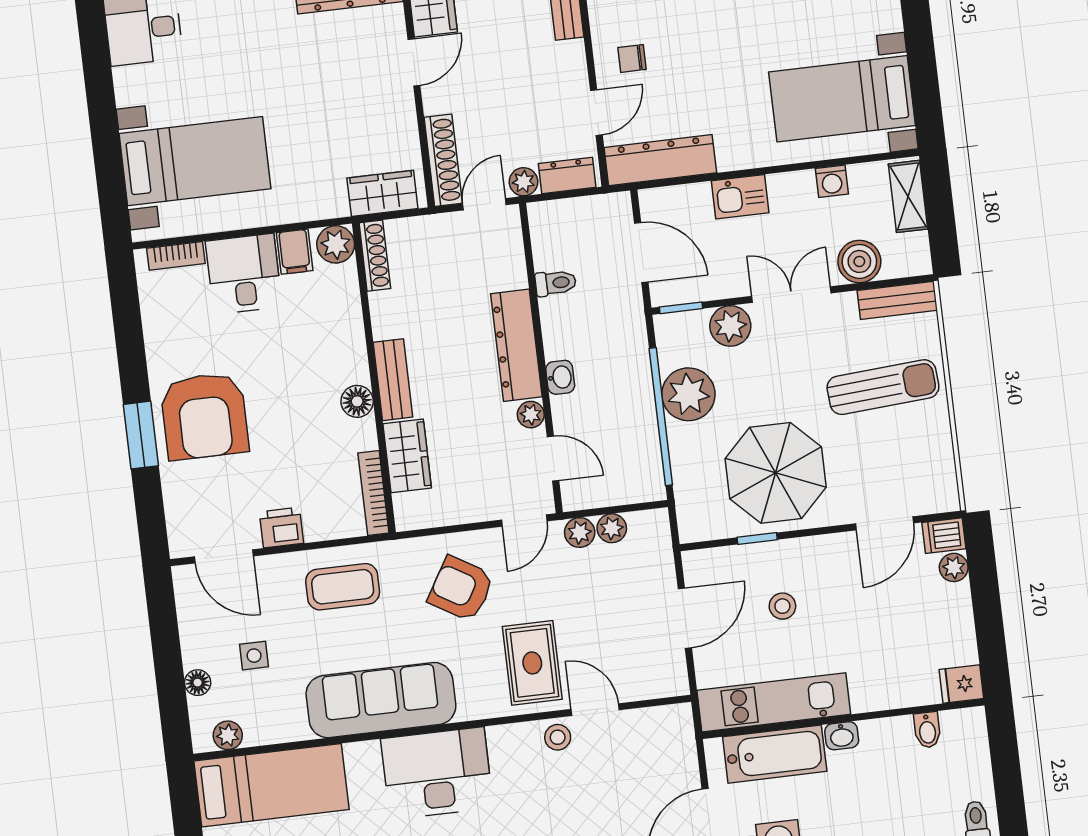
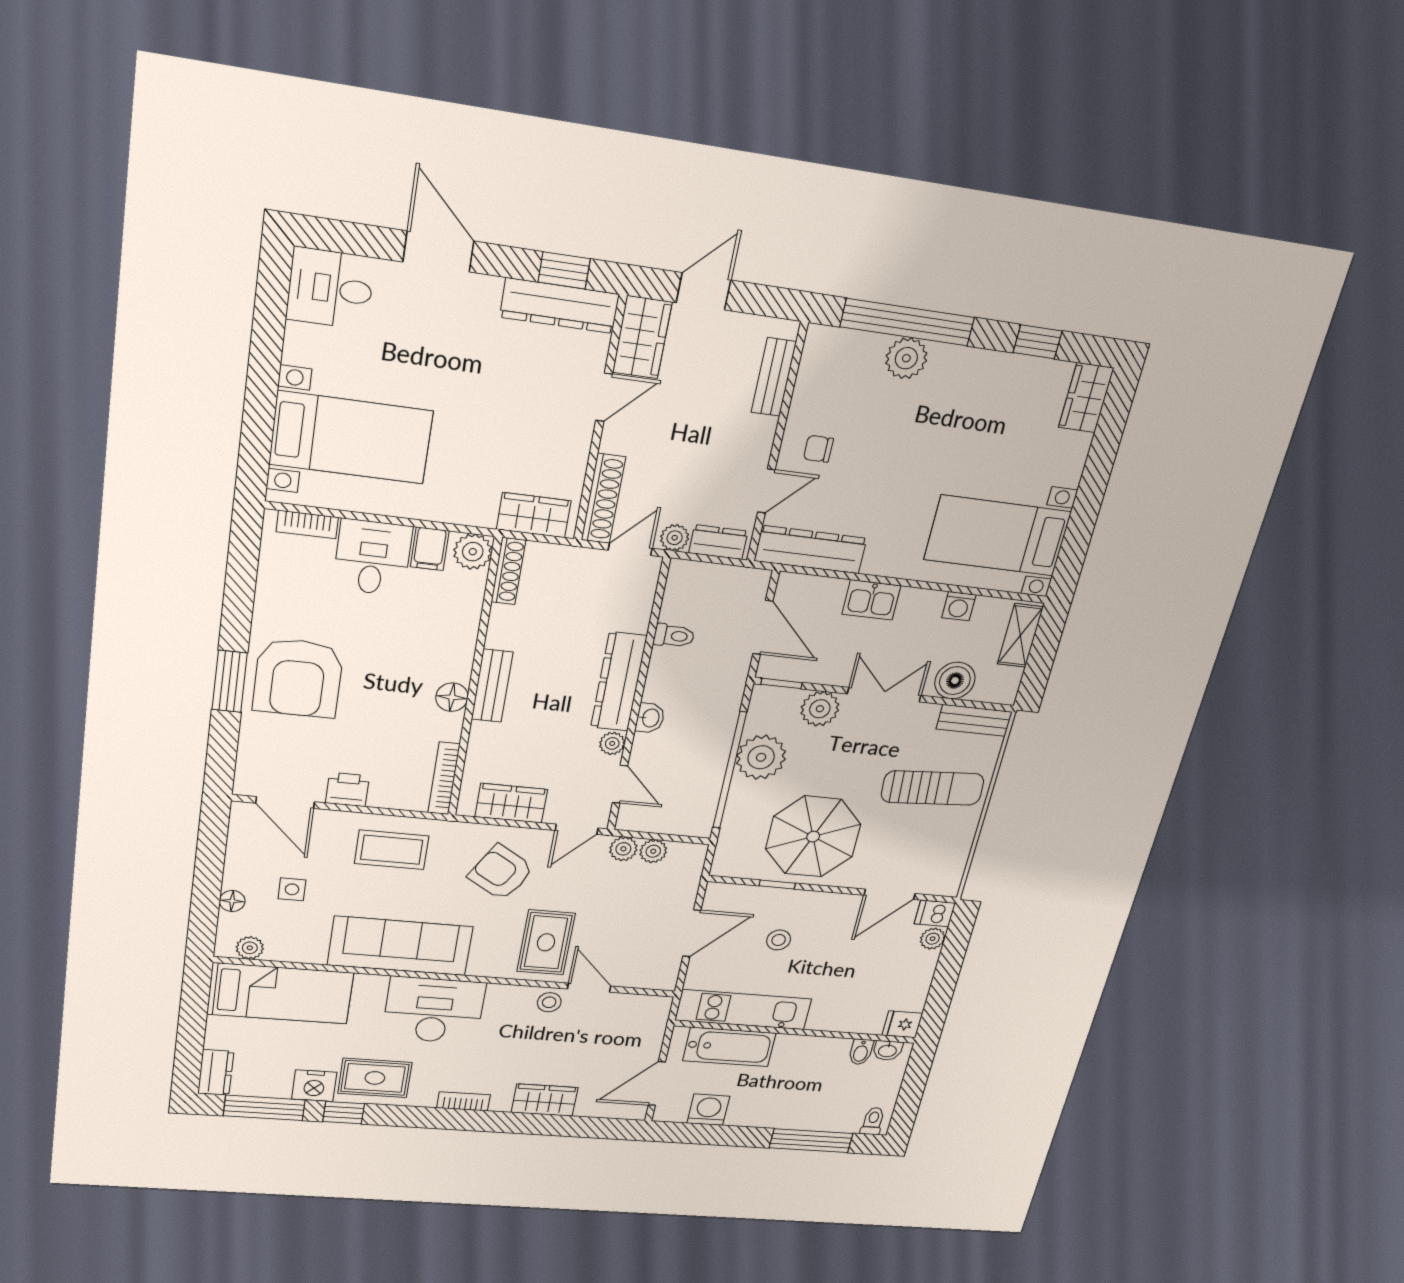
wardrobe: (407, 456) -> (511, 803), moved, turned -90
washbasin: (842, 736) -> (888, 1050), moved

